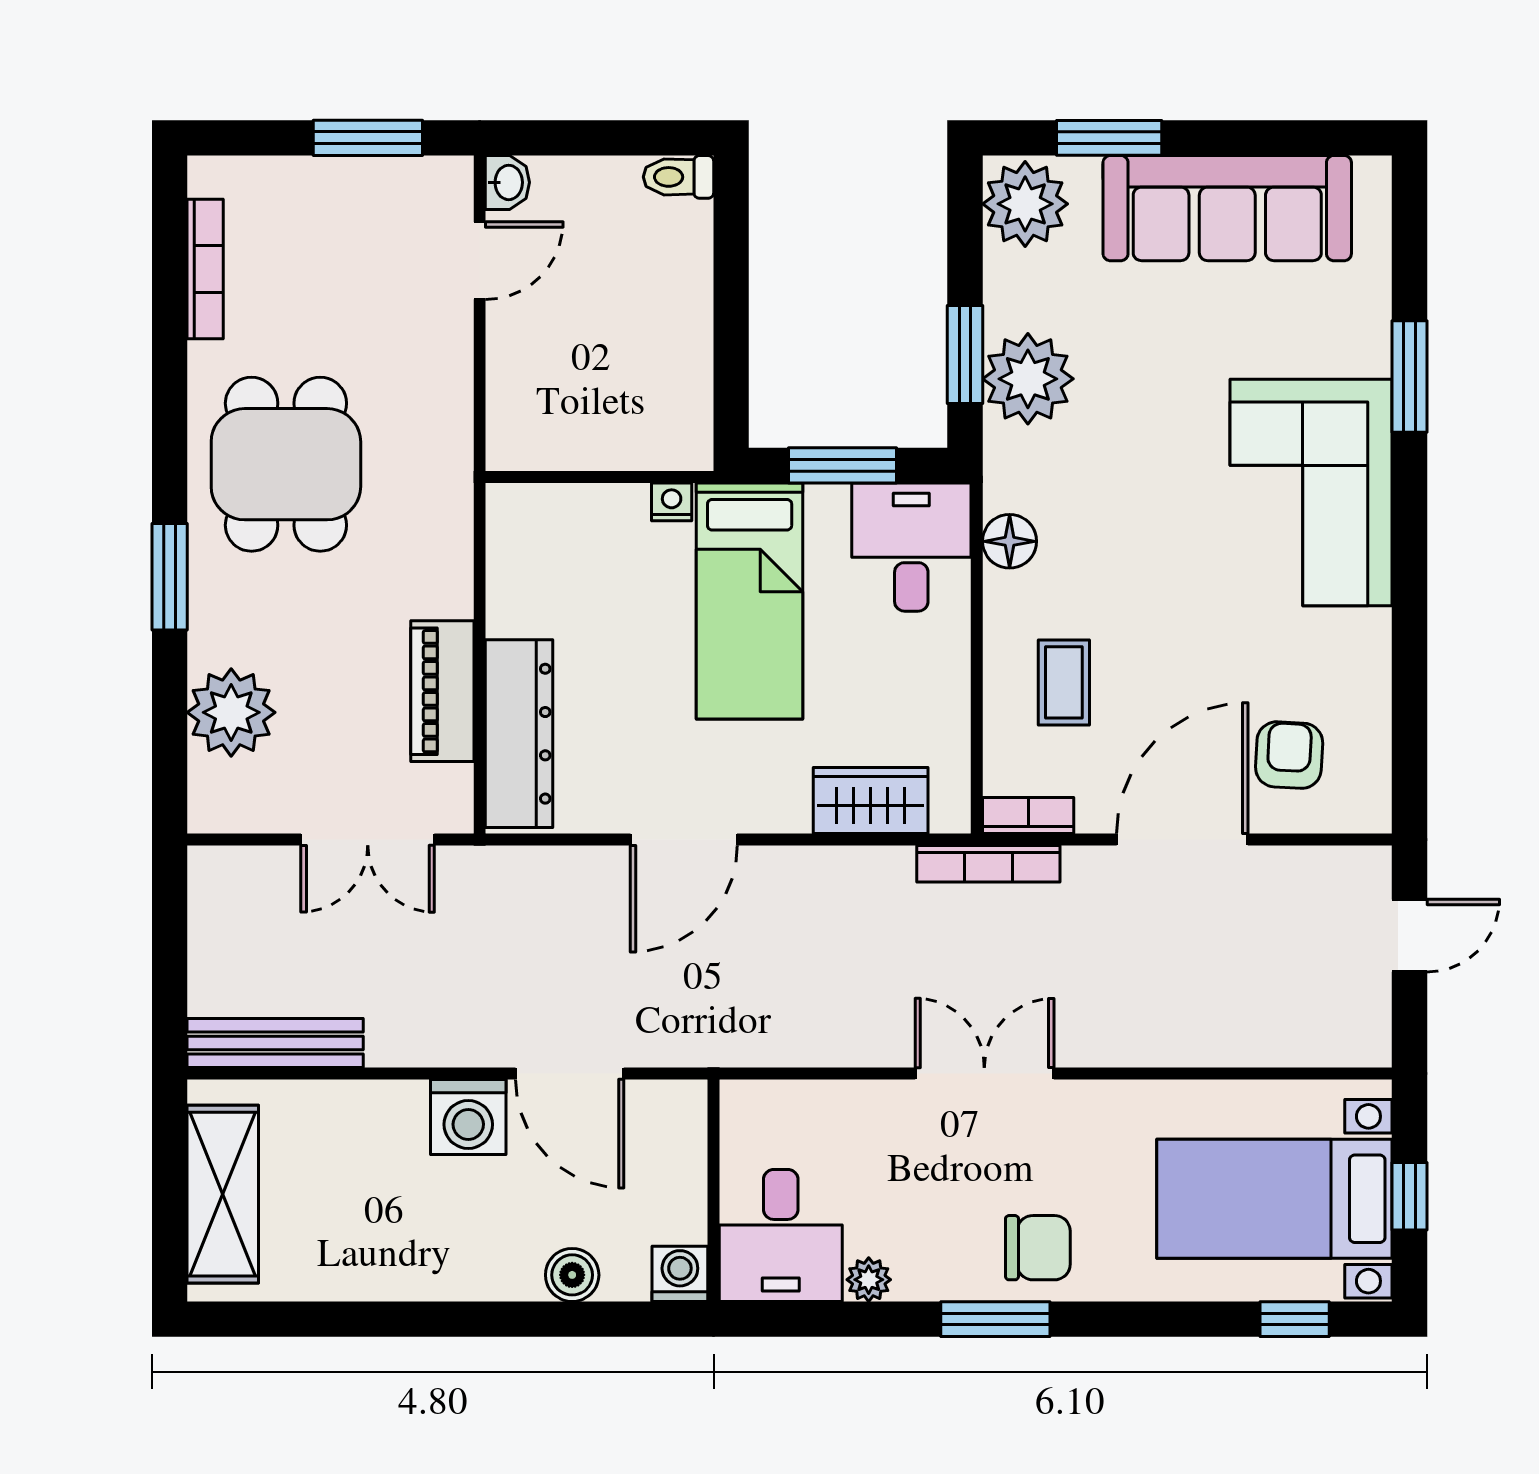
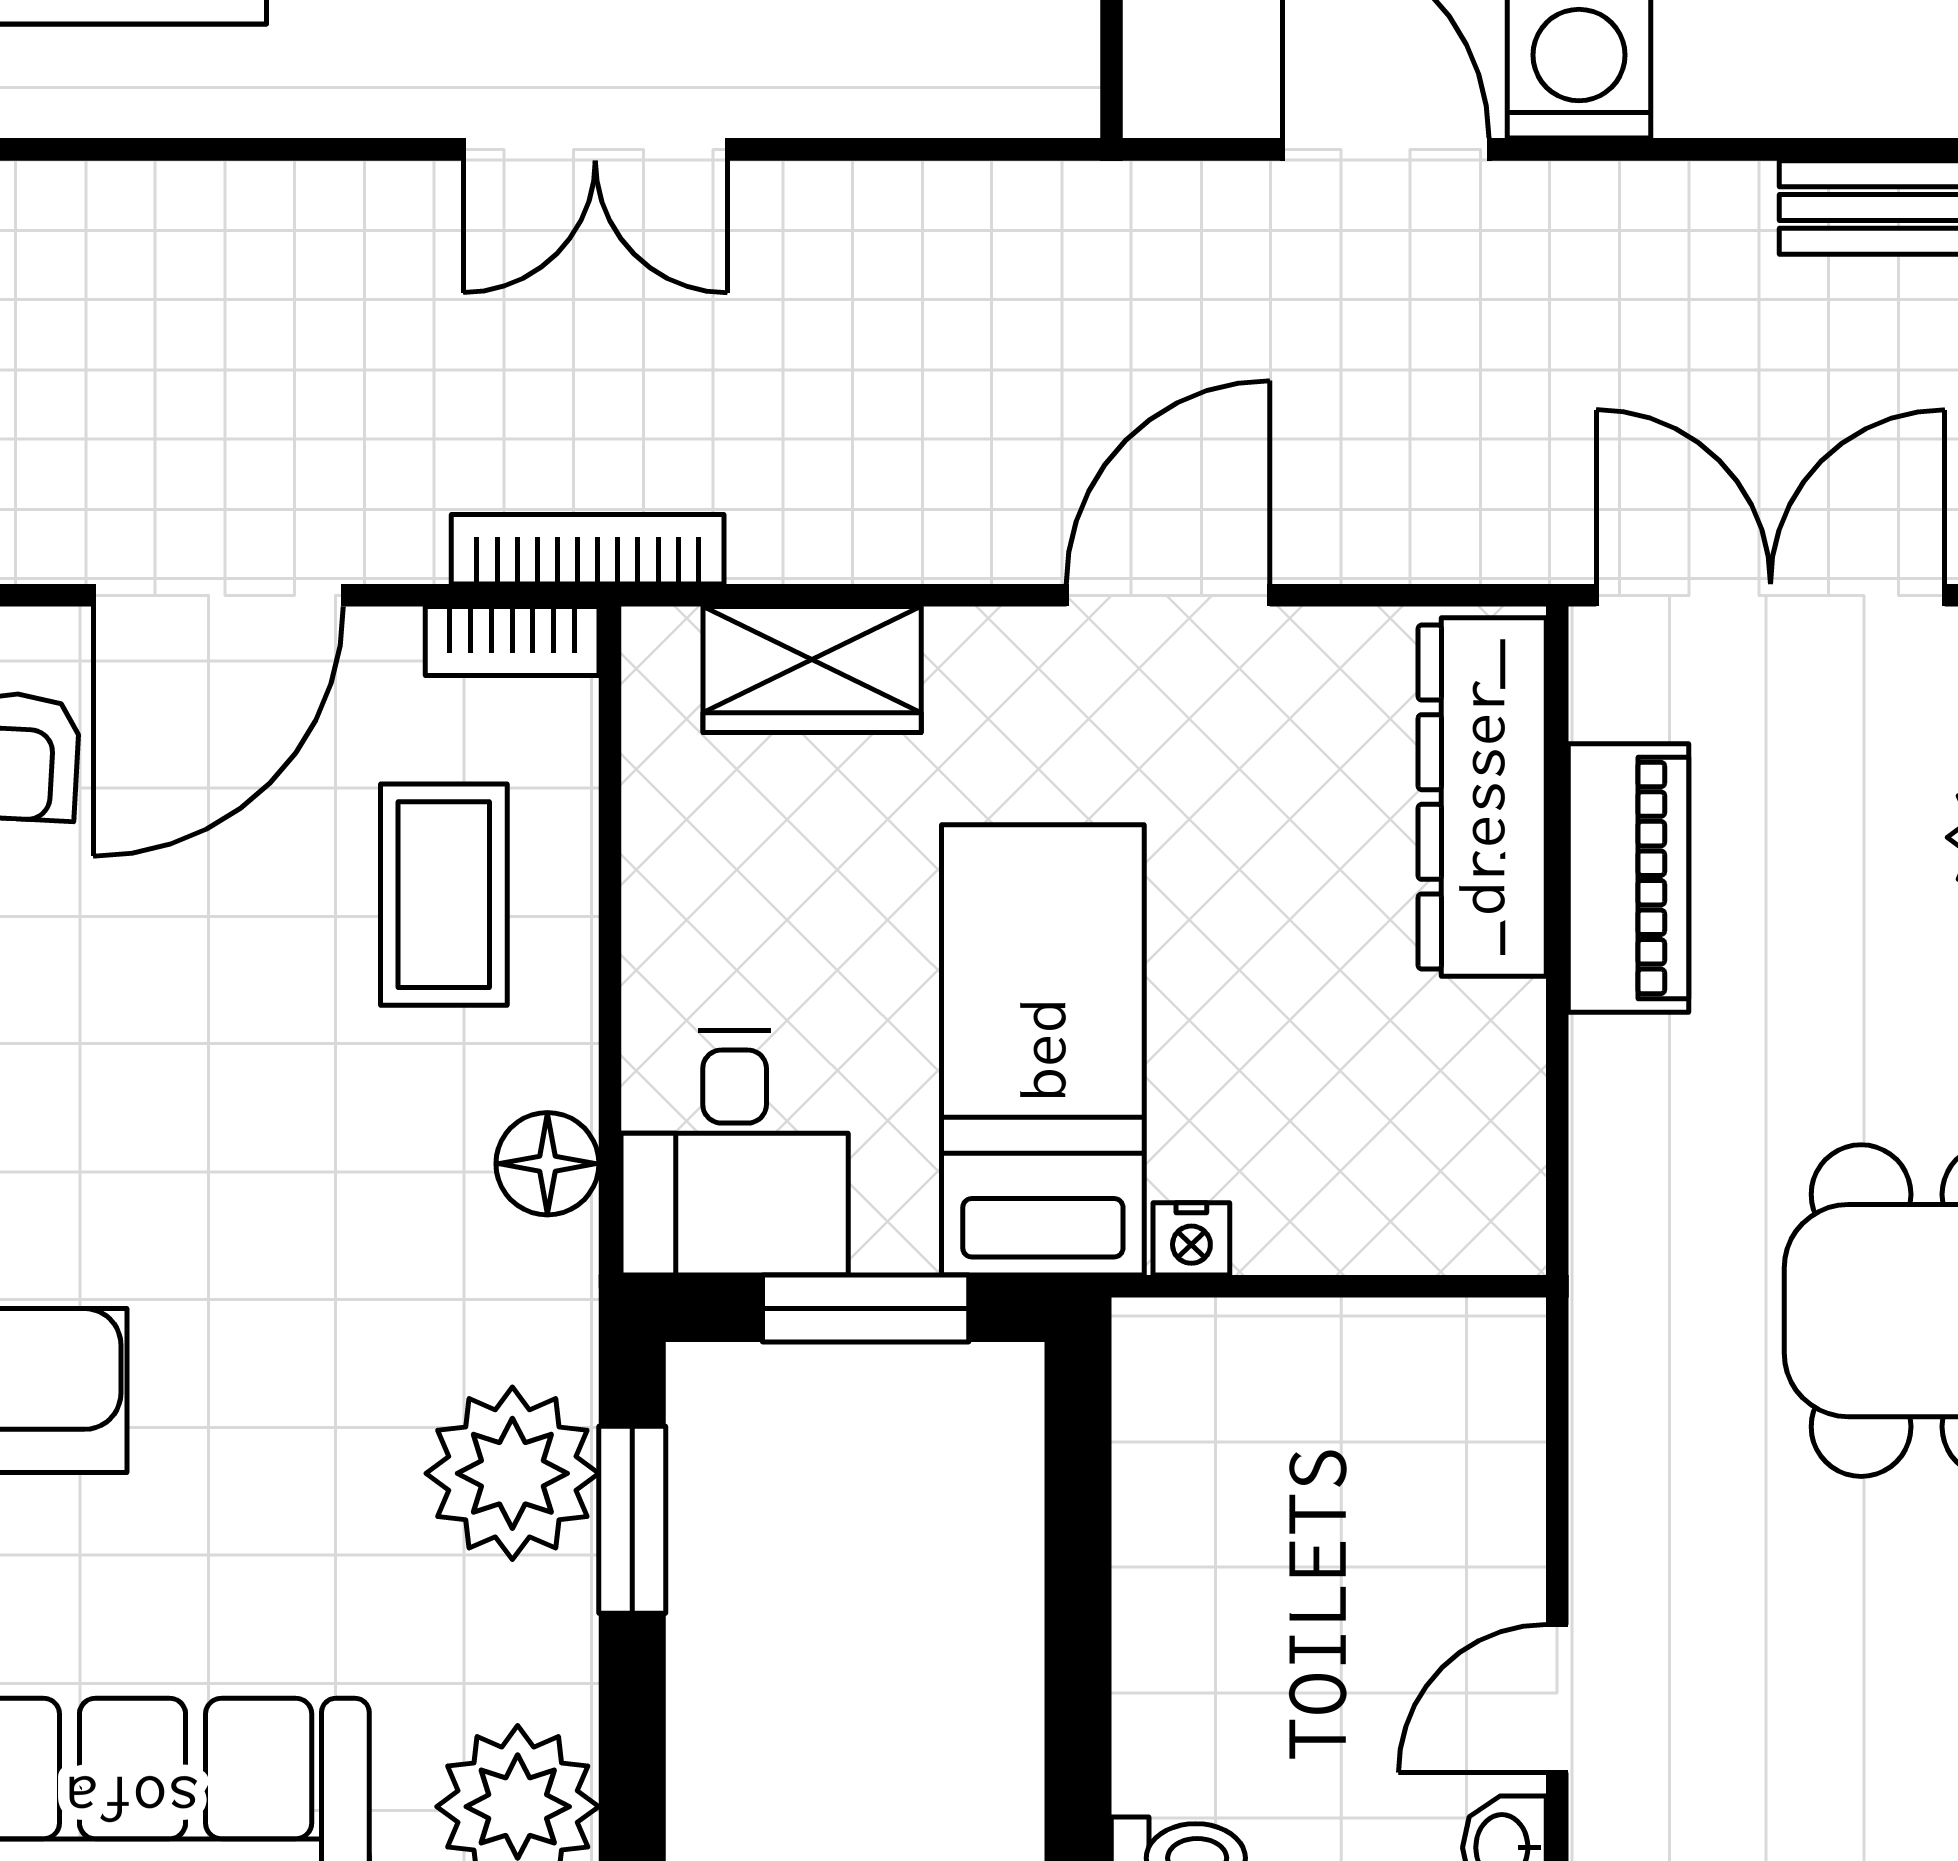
coffee table: (1064, 682) -> (444, 895), width x1.36, depth x1.30
double door: (368, 840) -> (1771, 595), width x1.37

